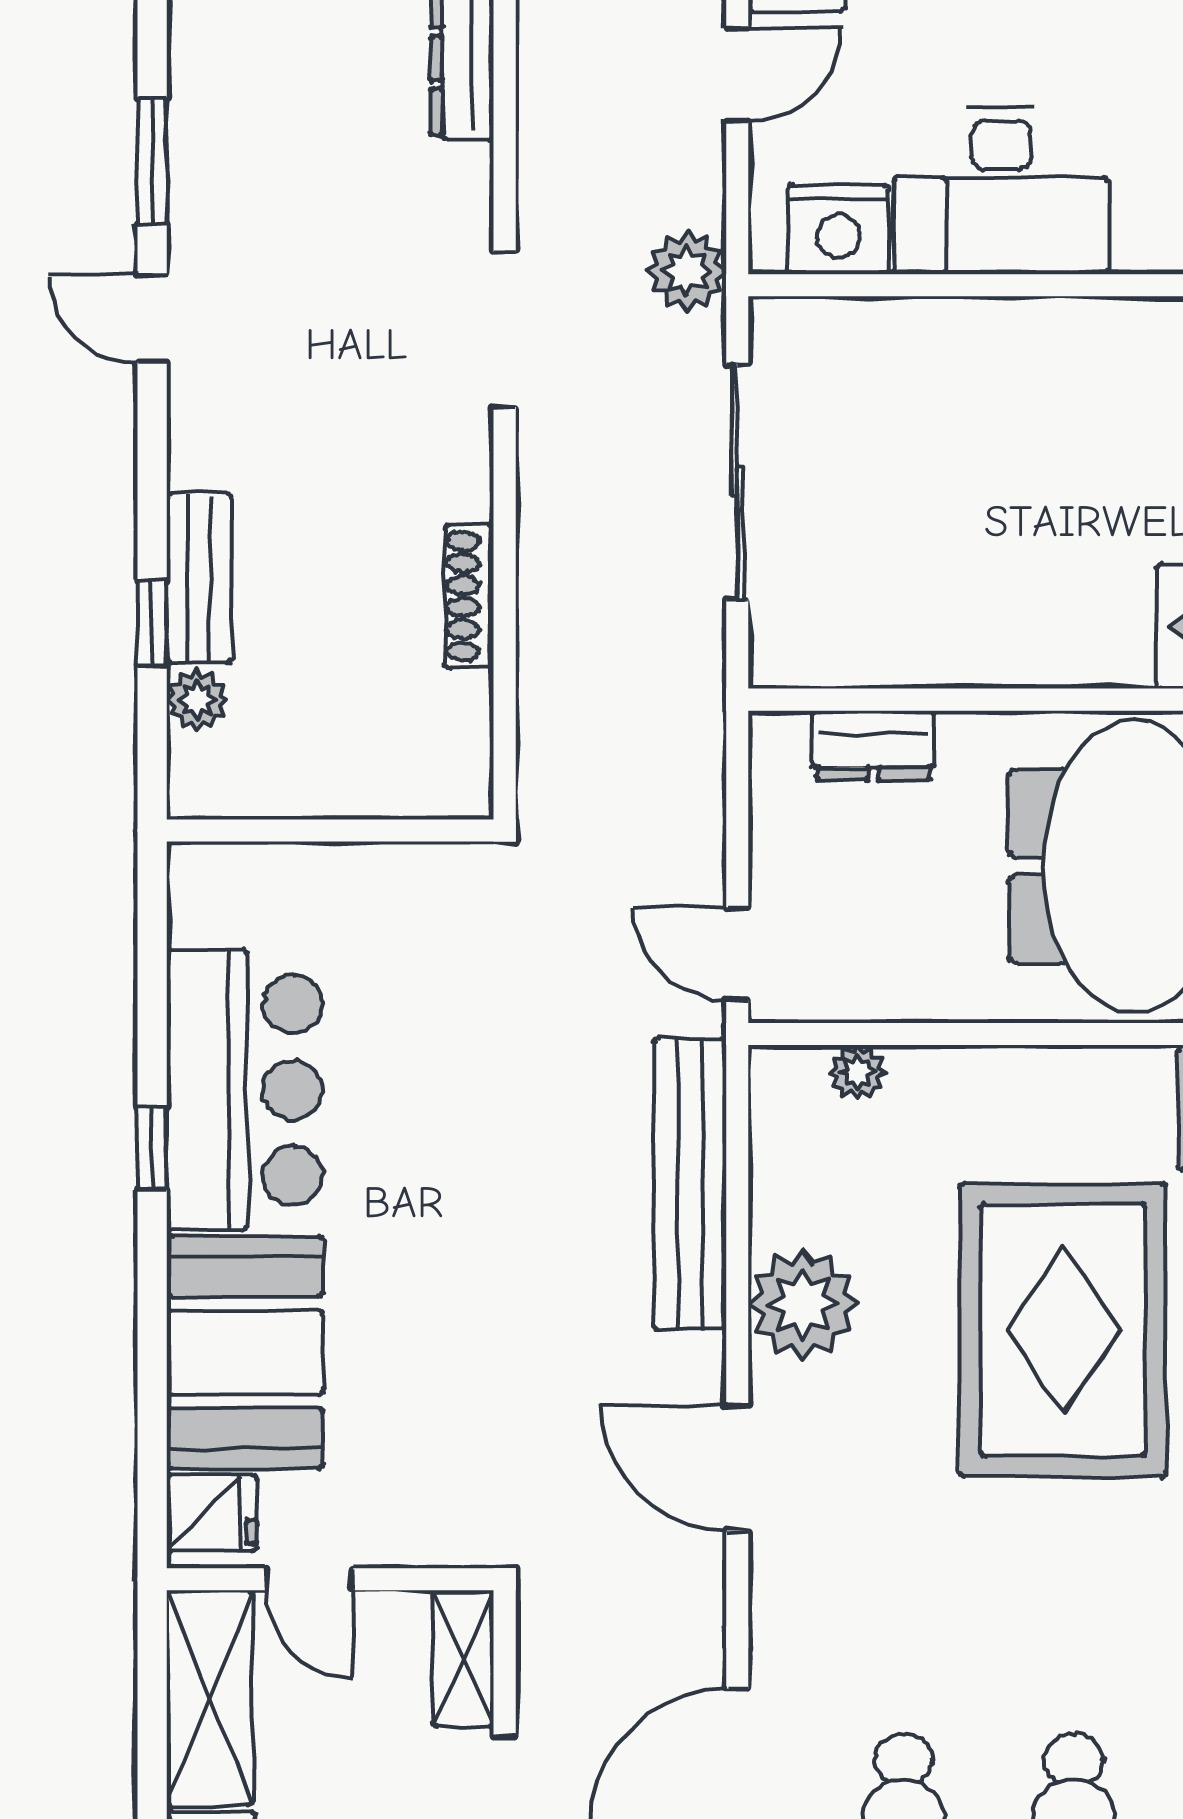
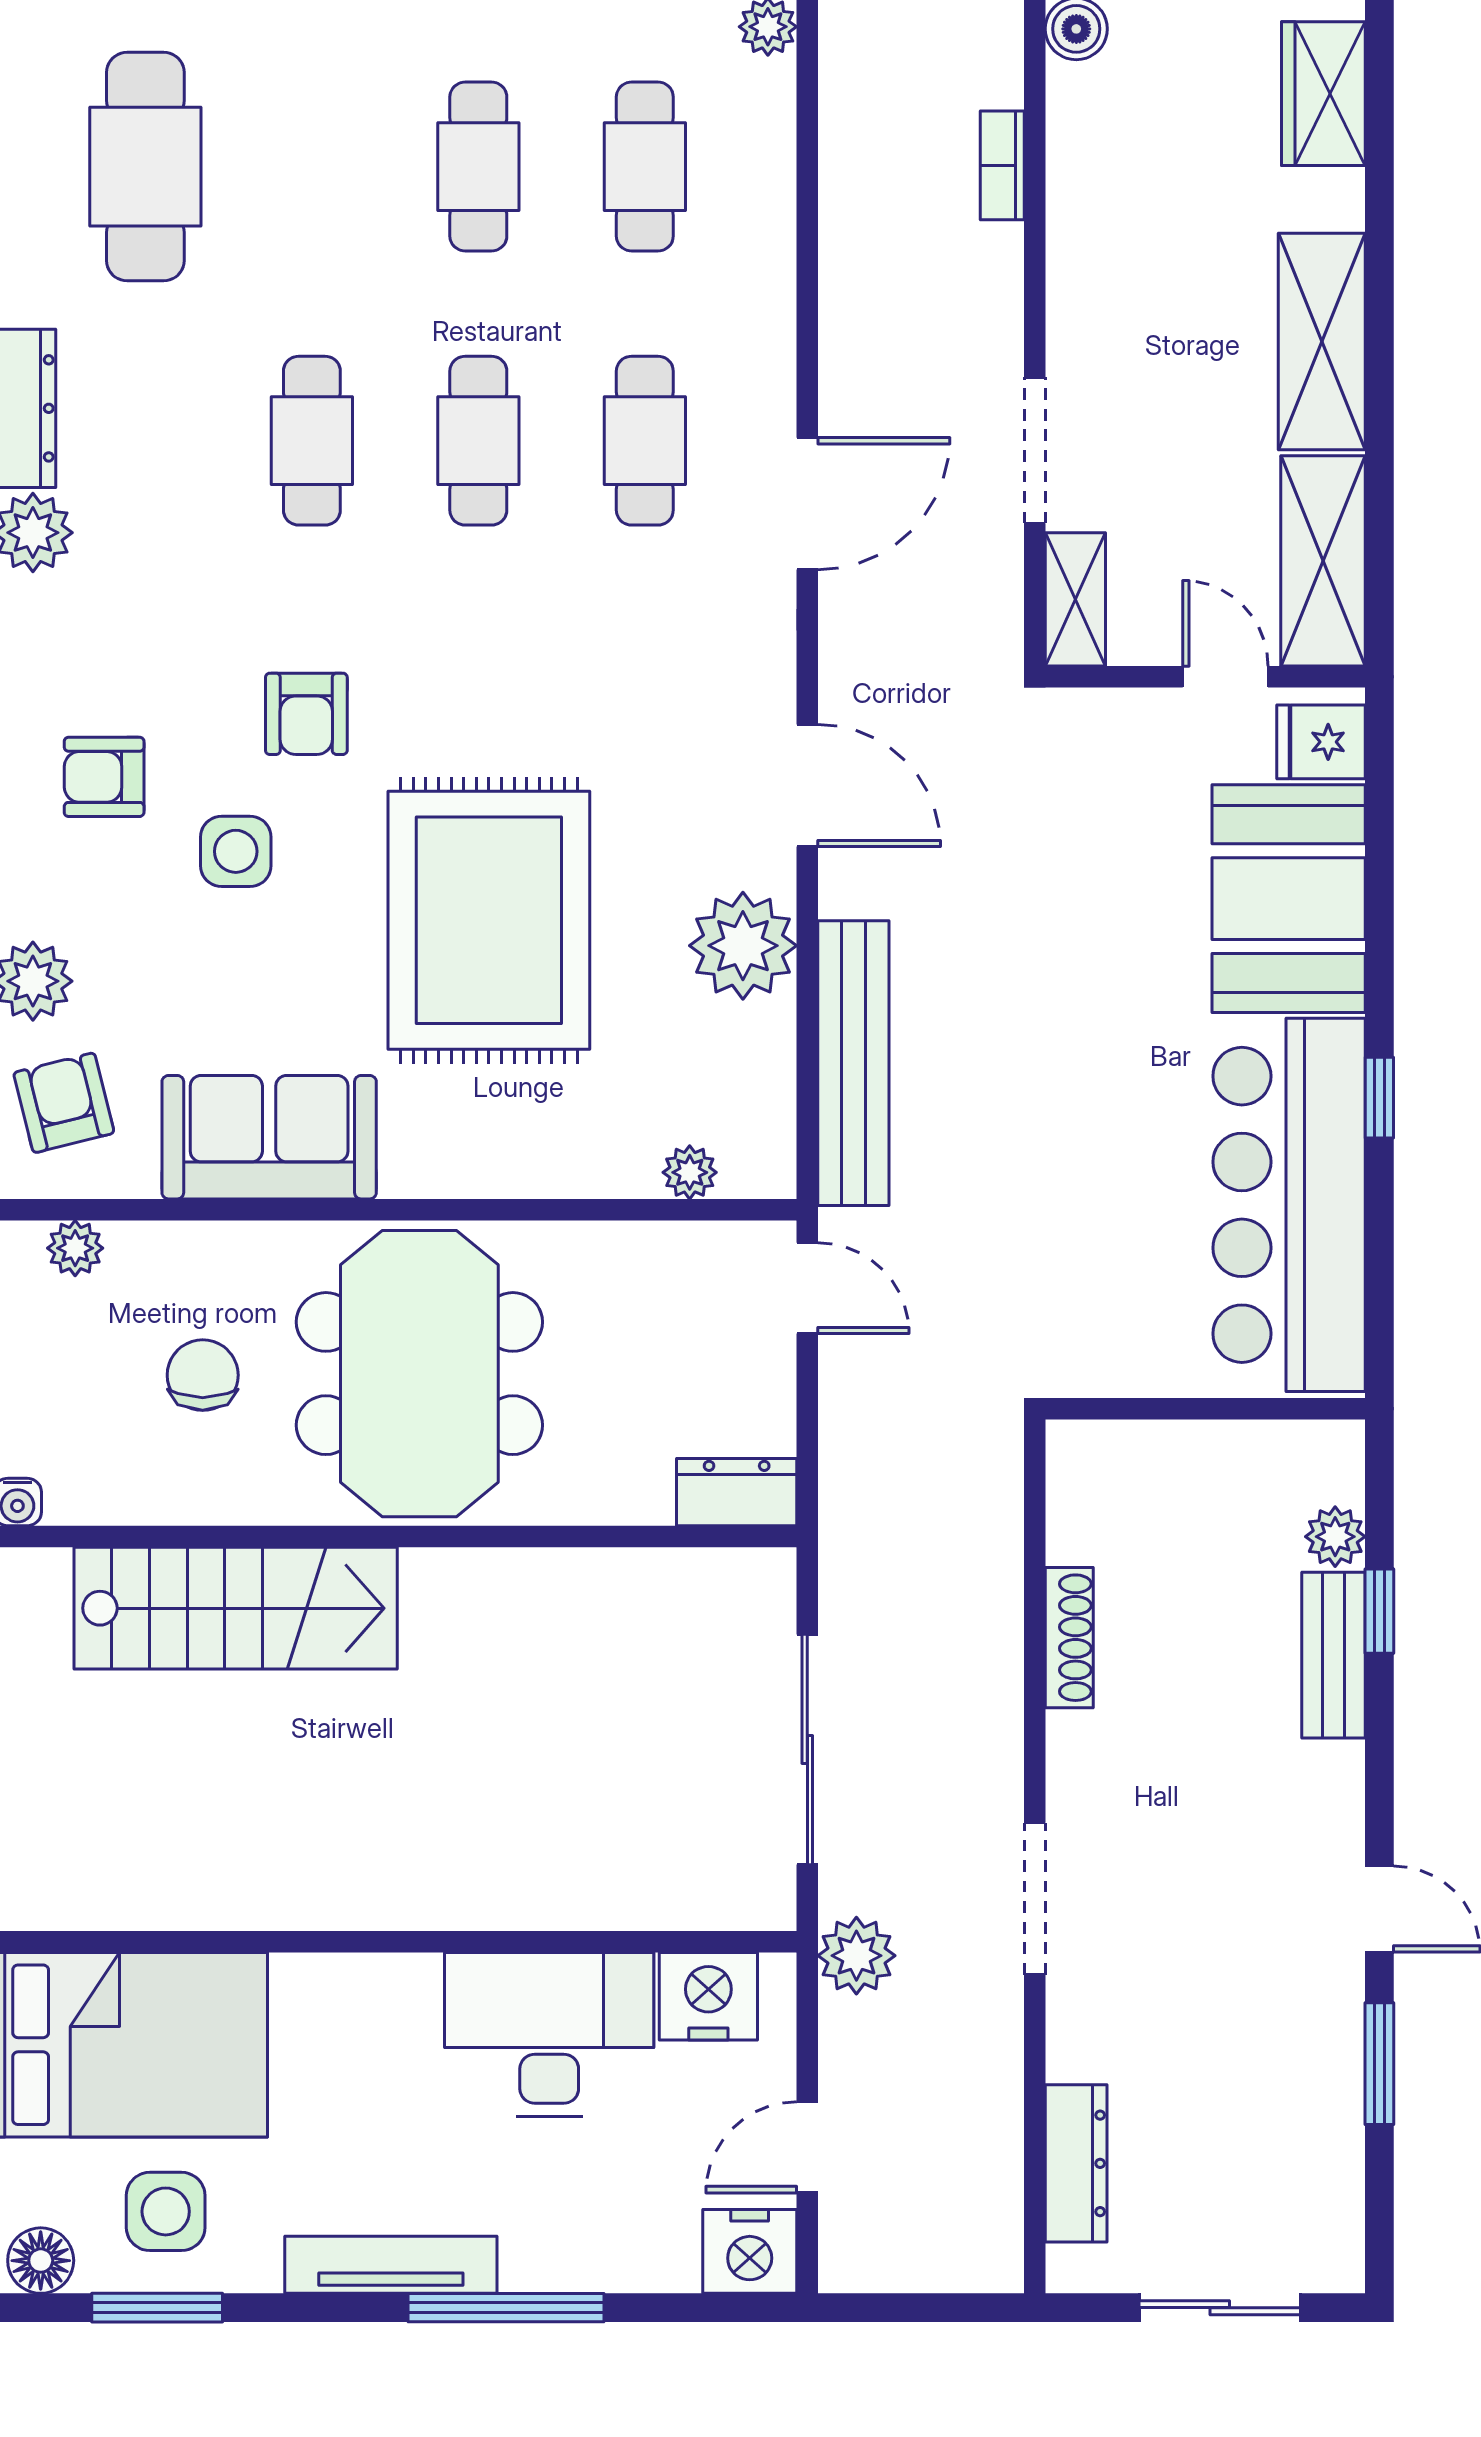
dresser: (873, 745) -> (737, 1492), moved
bar counter: (244, 1090) -> (1289, 1205), width x1.36

